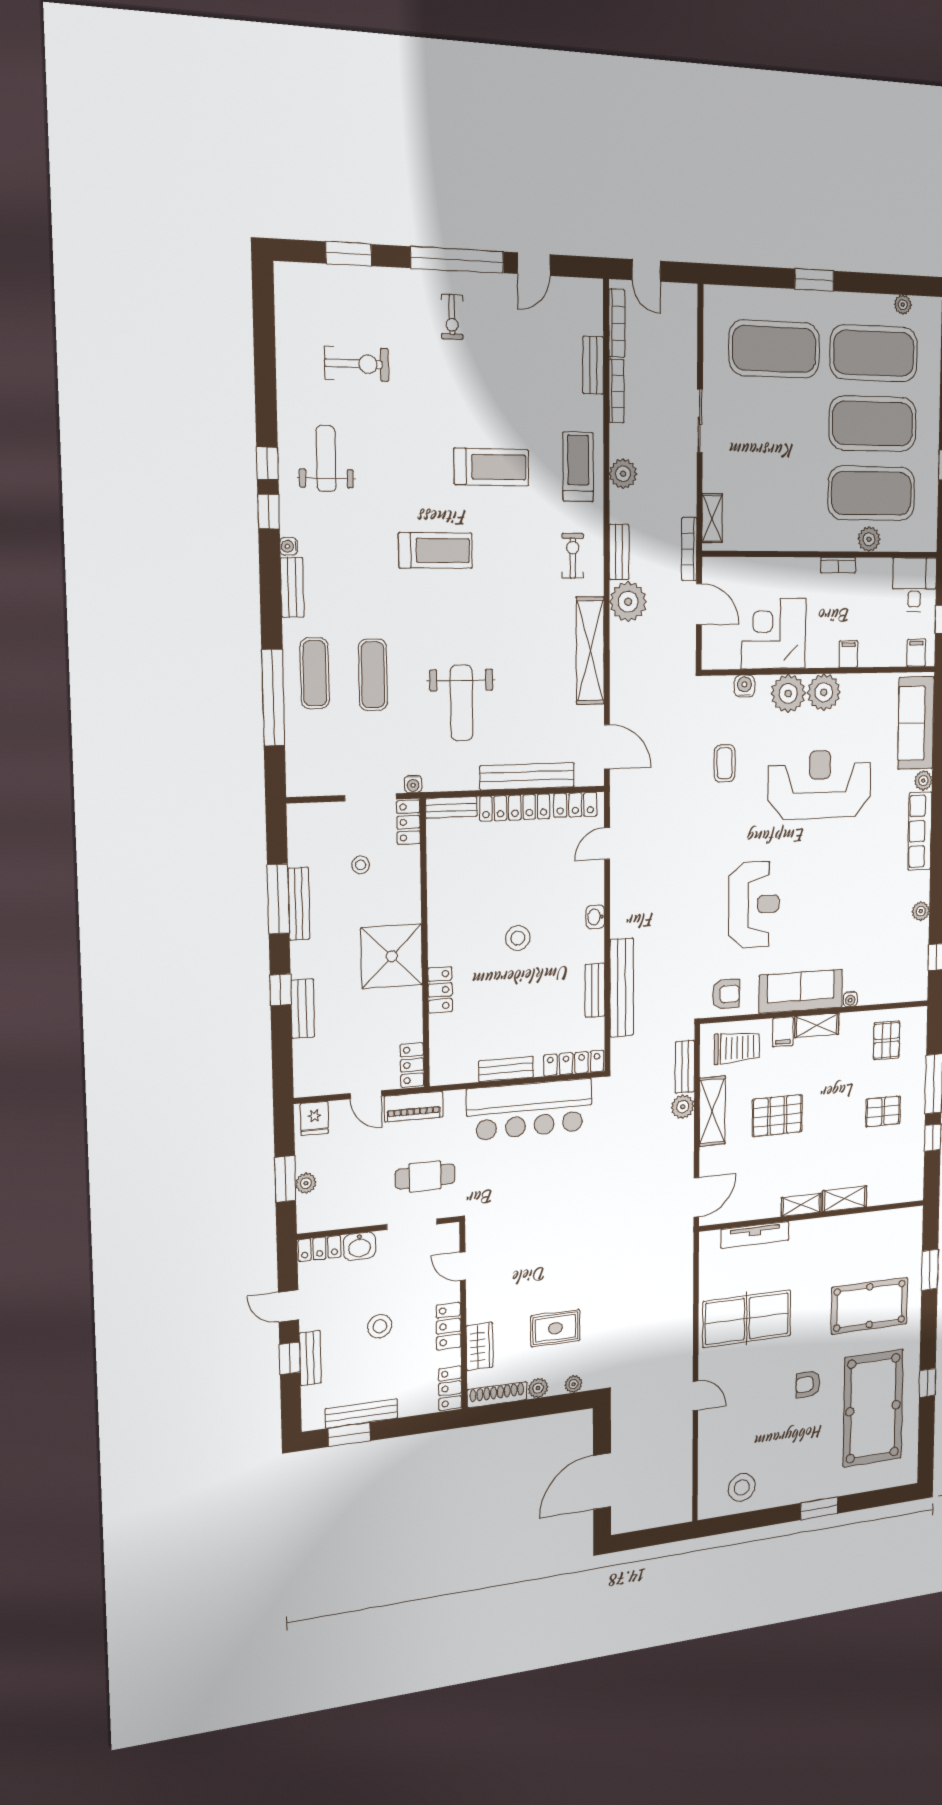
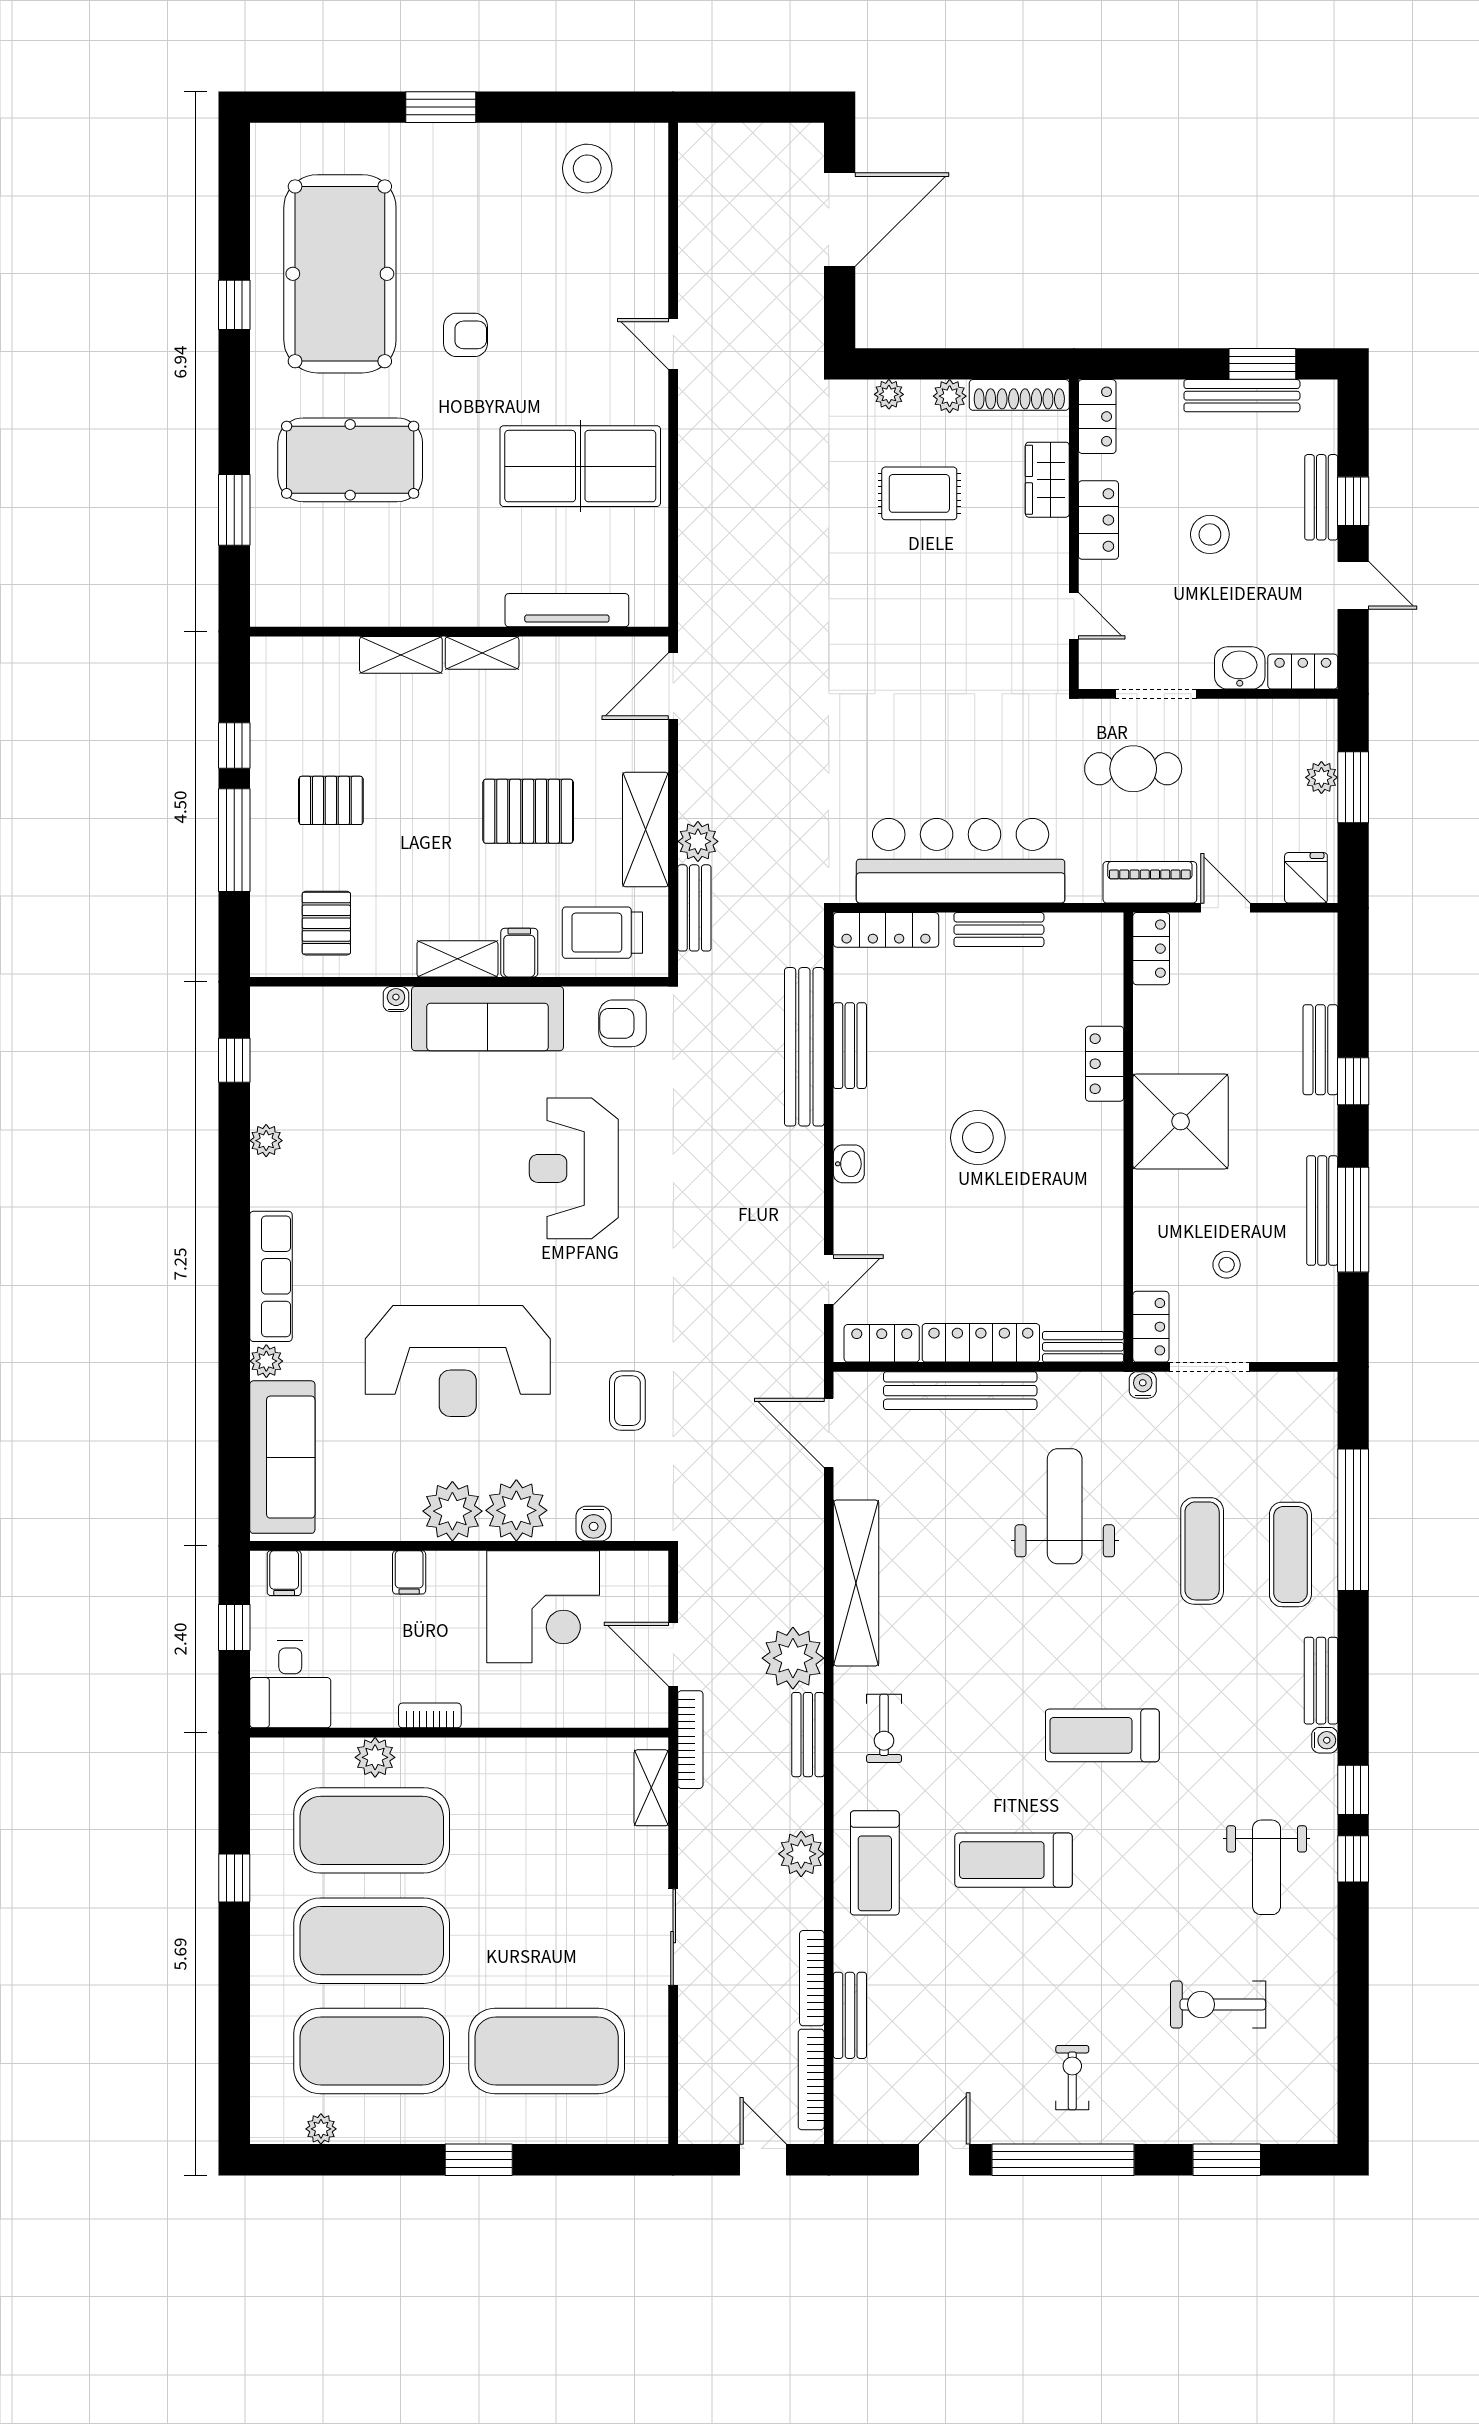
stool: (518, 938) -> (978, 1138), width x1.38, depth x1.38

